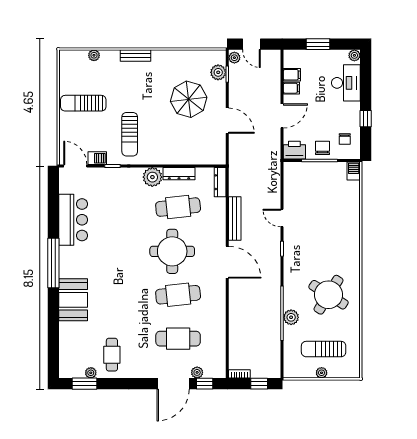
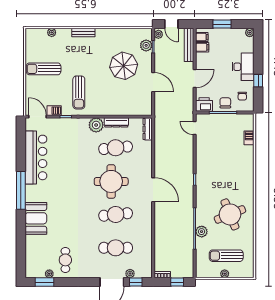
desk: (346, 83) -> (243, 67), moved
filing cabinet: (291, 88) -> (202, 37), moved
barbecue: (354, 171) -> (249, 138), moved
bench: (235, 218) -> (189, 45), moved
door: (282, 218) -> (195, 128), moved
bar counter: (73, 220) -> (36, 157), width x1.36
round table: (329, 295) -> (230, 214), turned 36

